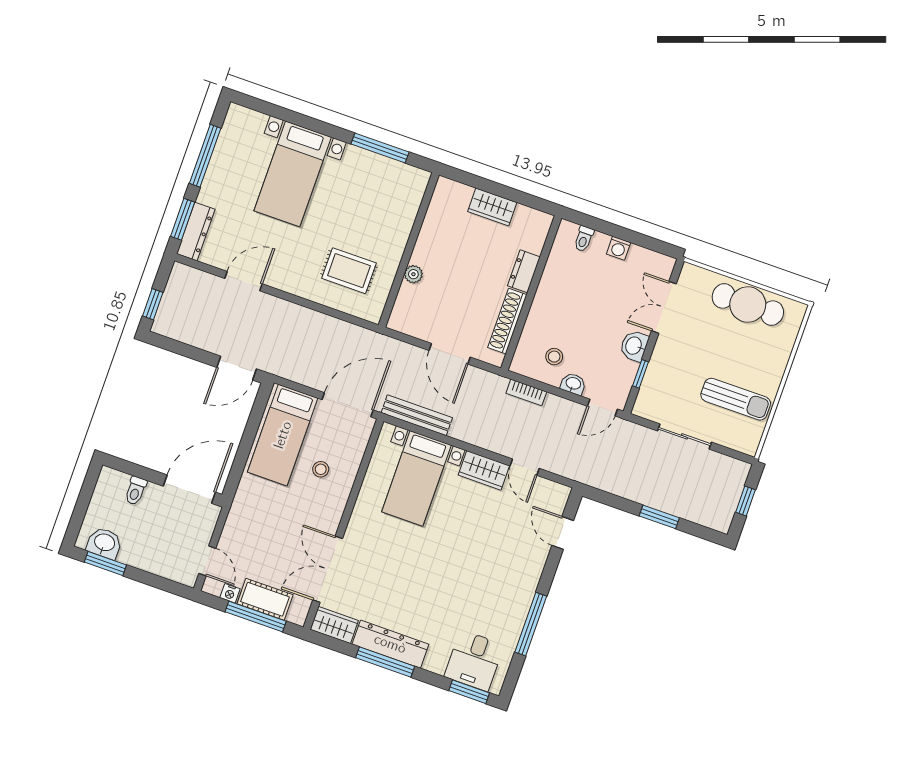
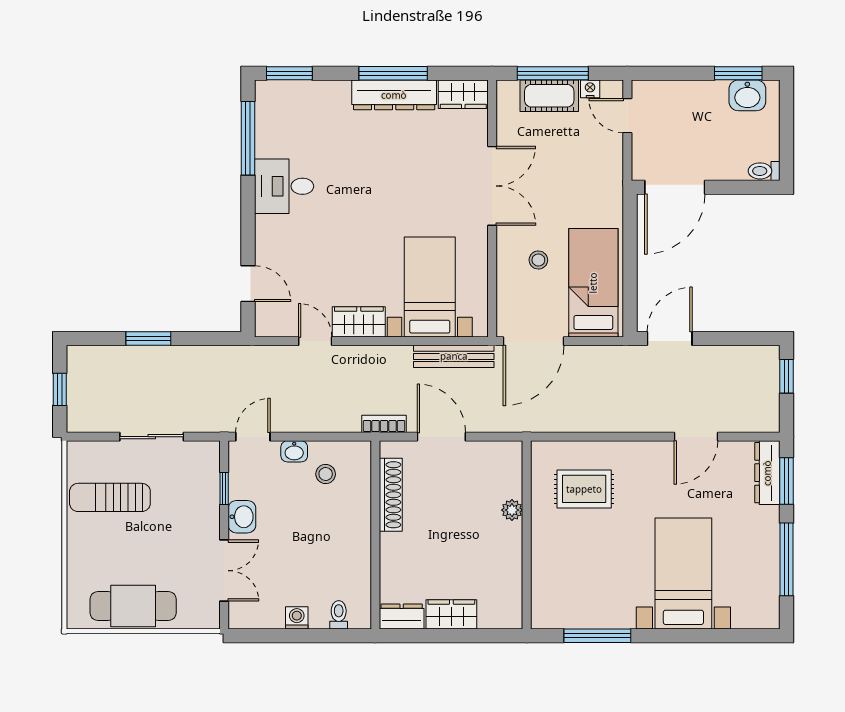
dresser: (524, 271) -> (402, 616), moved, turned -90
bookcase: (526, 392) -> (384, 424), moved
toilet: (136, 491) -> (764, 171), moved, turned -90
double door: (328, 569) -> (492, 186), moved
window: (531, 624) -> (248, 138), moved
desk: (474, 661) -> (284, 186), moved, turned -90

